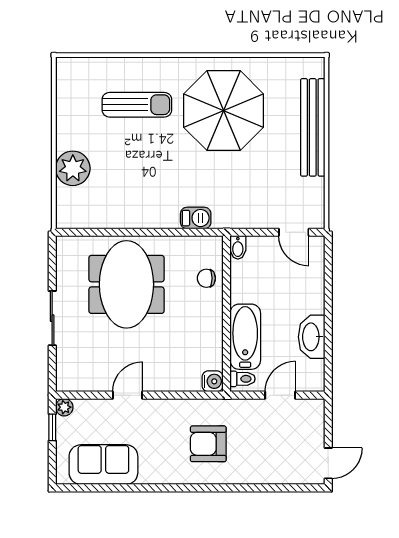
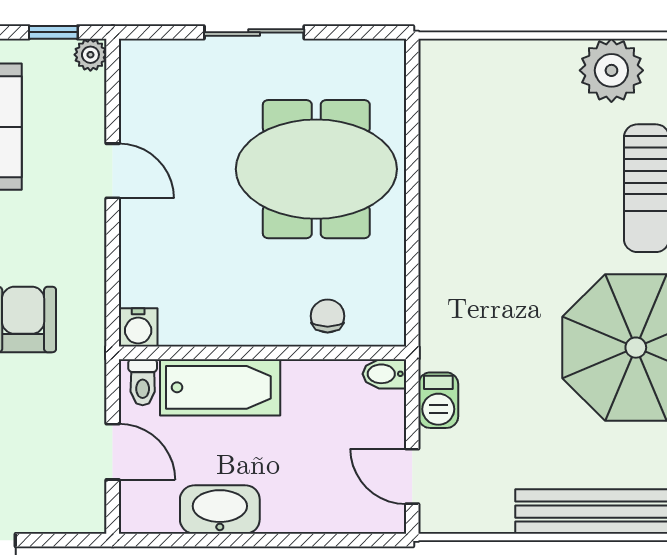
plant: (73, 168) -> (611, 70), moved
barbecue: (196, 218) -> (438, 400), moved
door: (294, 232) -> (412, 476), hinge flipped

